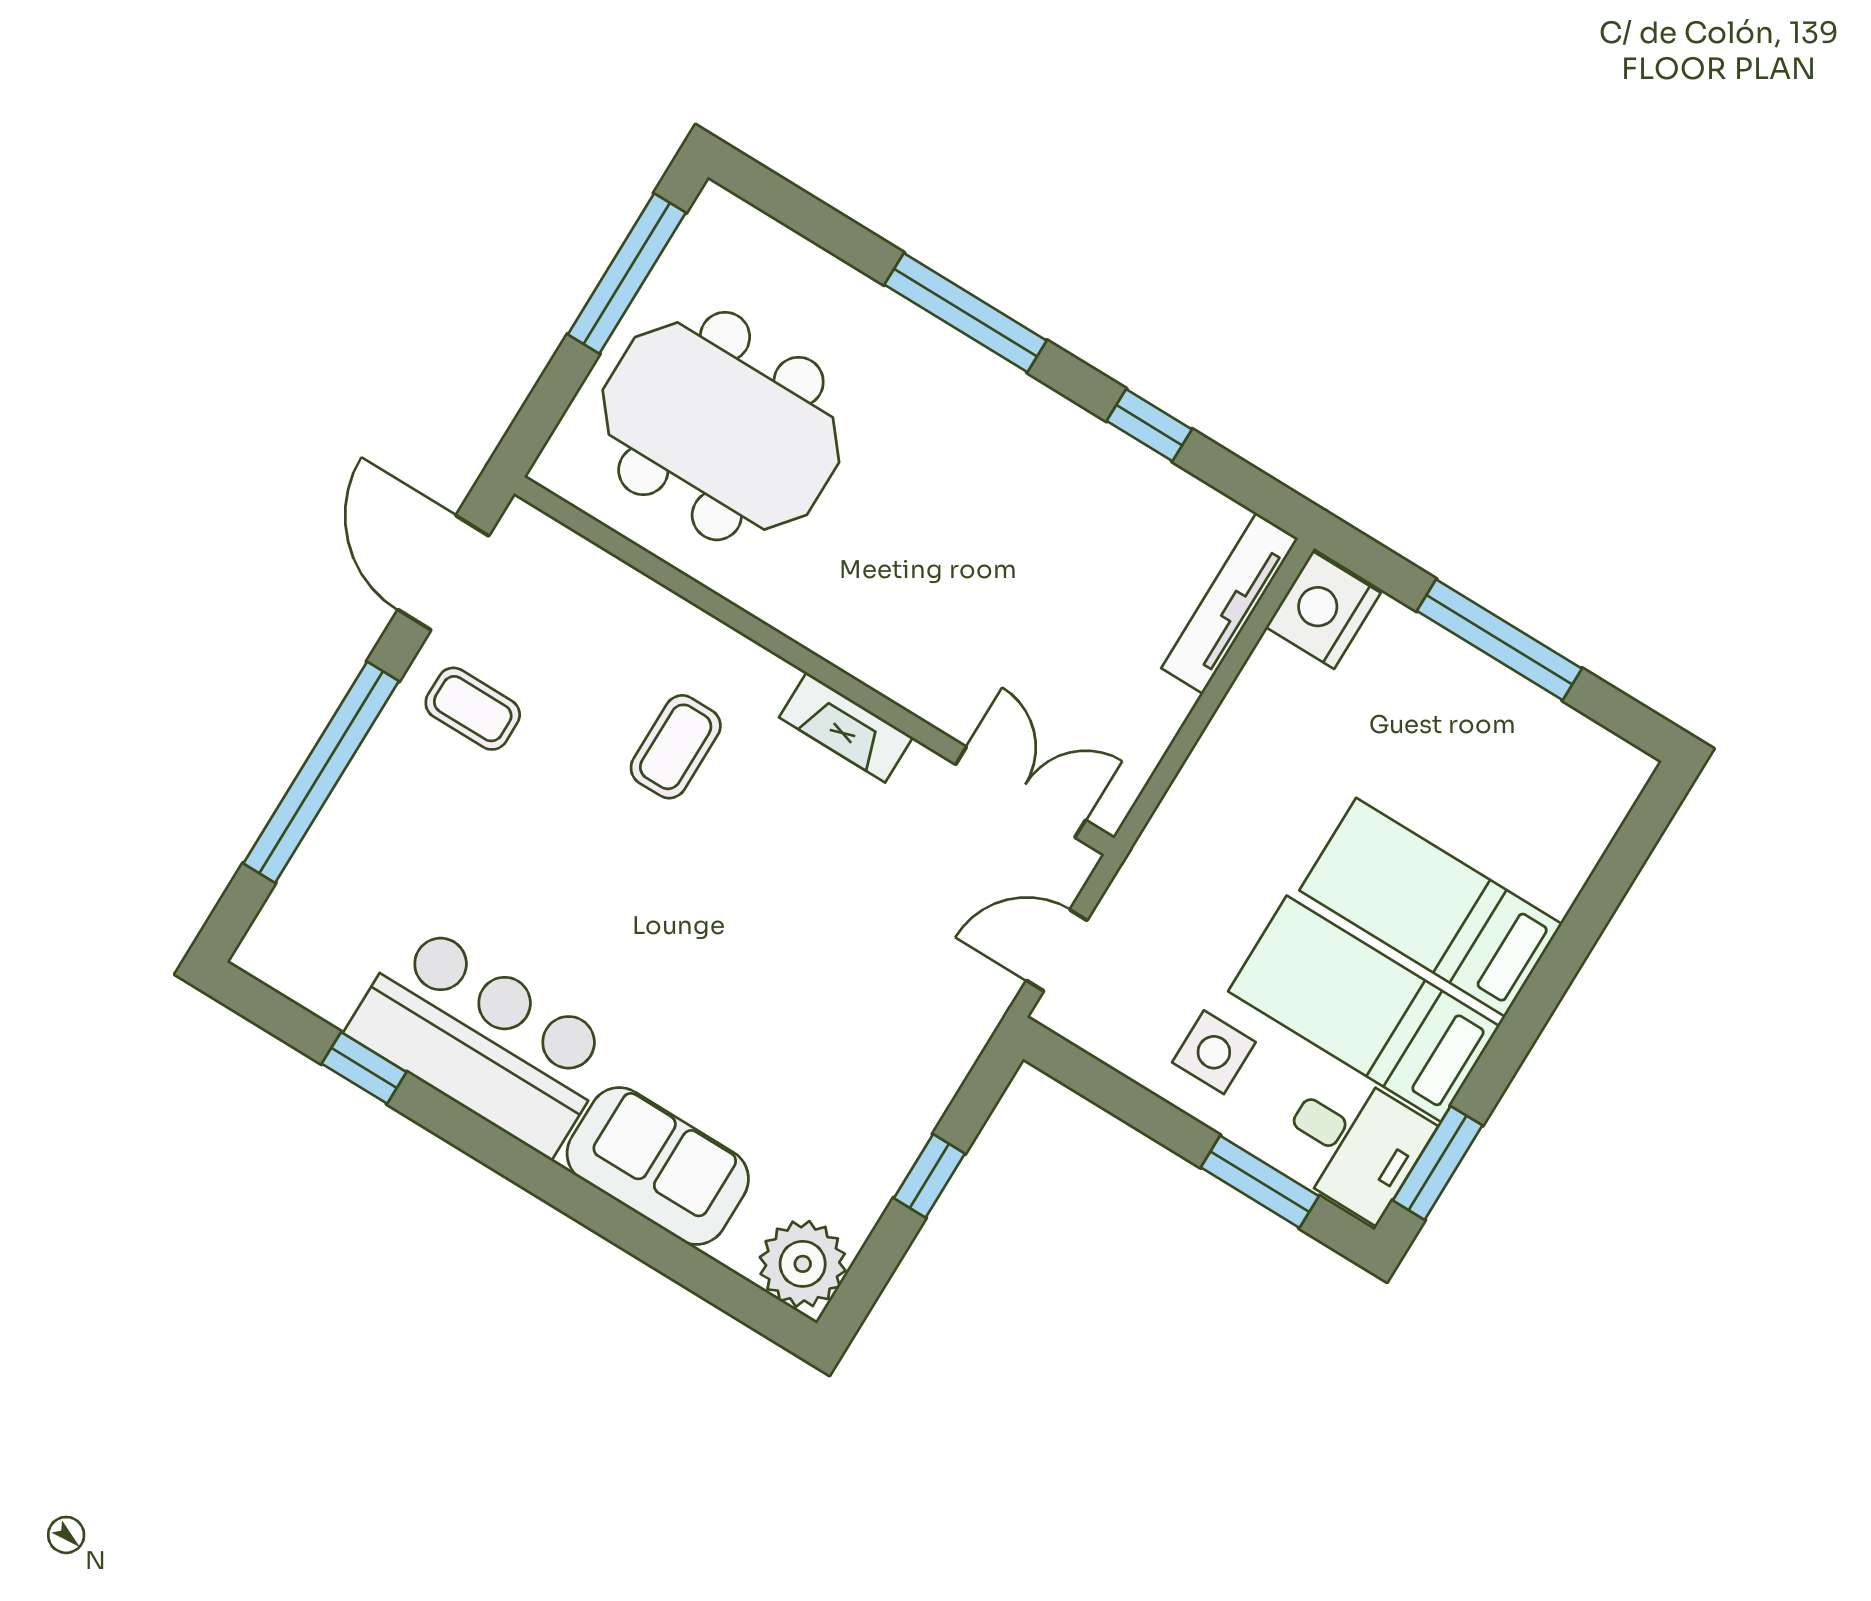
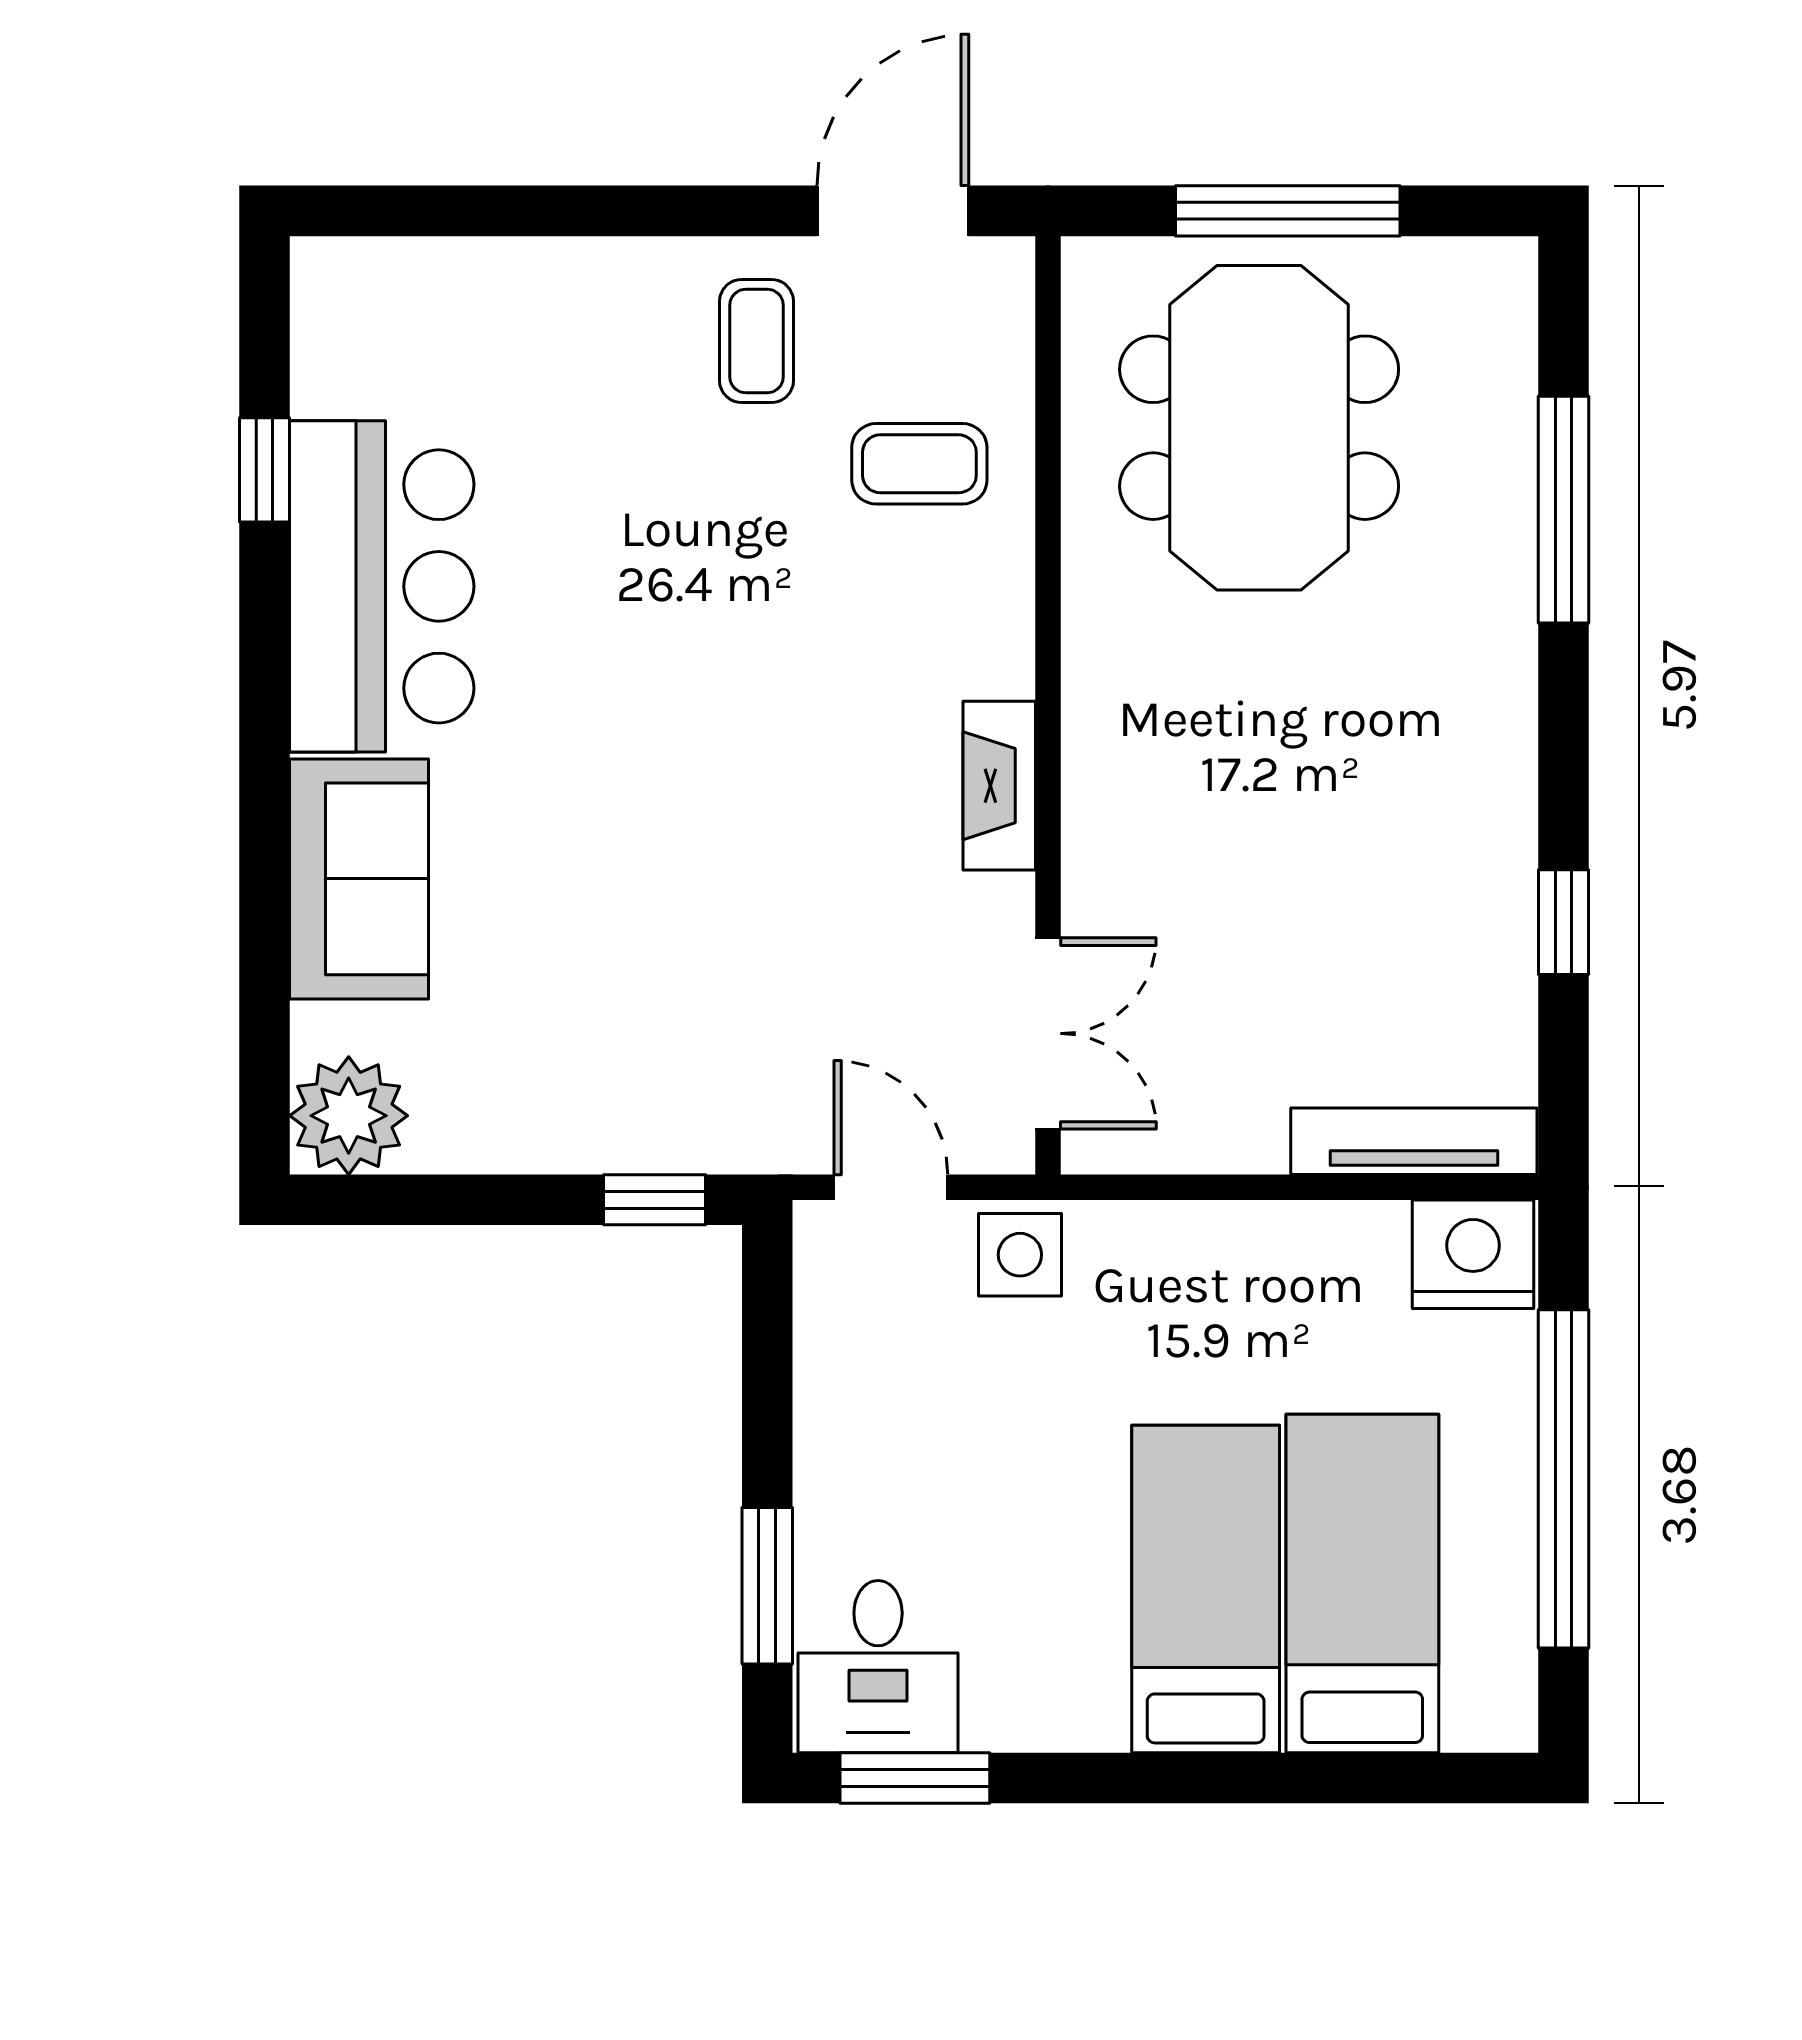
window: (627, 273) -> (1288, 211), moved
window: (966, 313) -> (1563, 510), moved
window: (1499, 640) -> (1563, 1479), width x1.46
coffee table: (676, 747) -> (919, 464), moved
window: (321, 772) -> (576, 211), removed
bed: (1364, 1009) -> (1362, 1583), moved
side table: (1214, 1052) -> (1020, 1255), moved
window: (929, 1176) -> (655, 1200), moved

